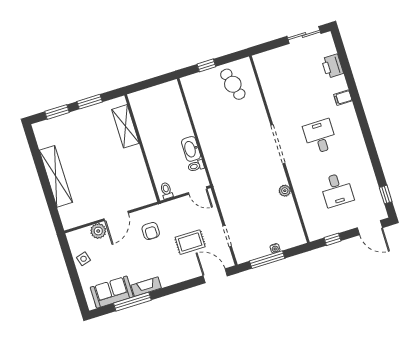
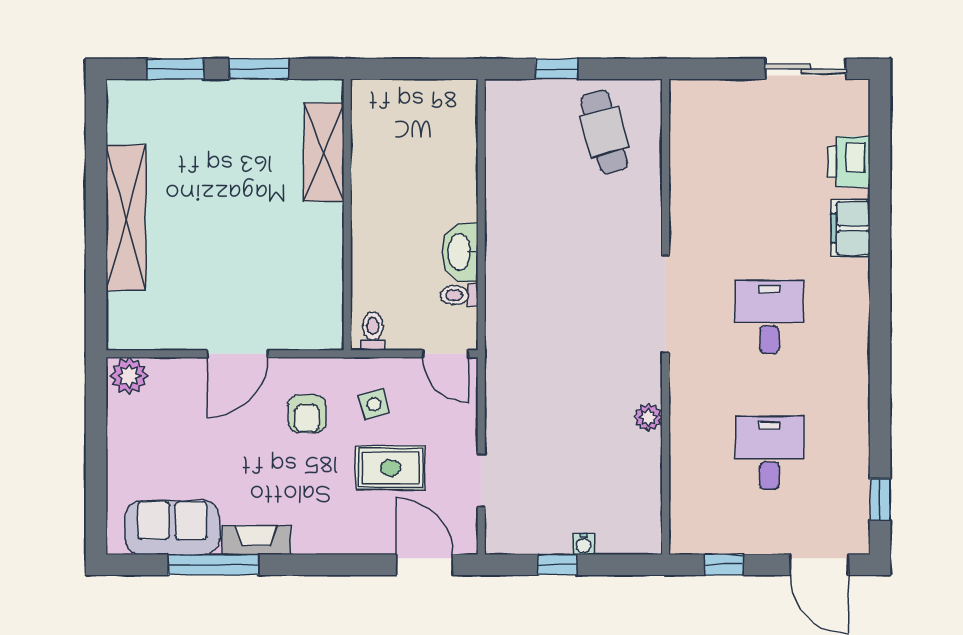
filing cabinet: (343, 98) -> (851, 228), width x2.00
desk: (337, 190) -> (769, 453), turned 180
plant: (98, 231) -> (129, 376), moved
side table: (84, 259) -> (374, 404), moved
window: (267, 260) -> (557, 565), width x0.46

